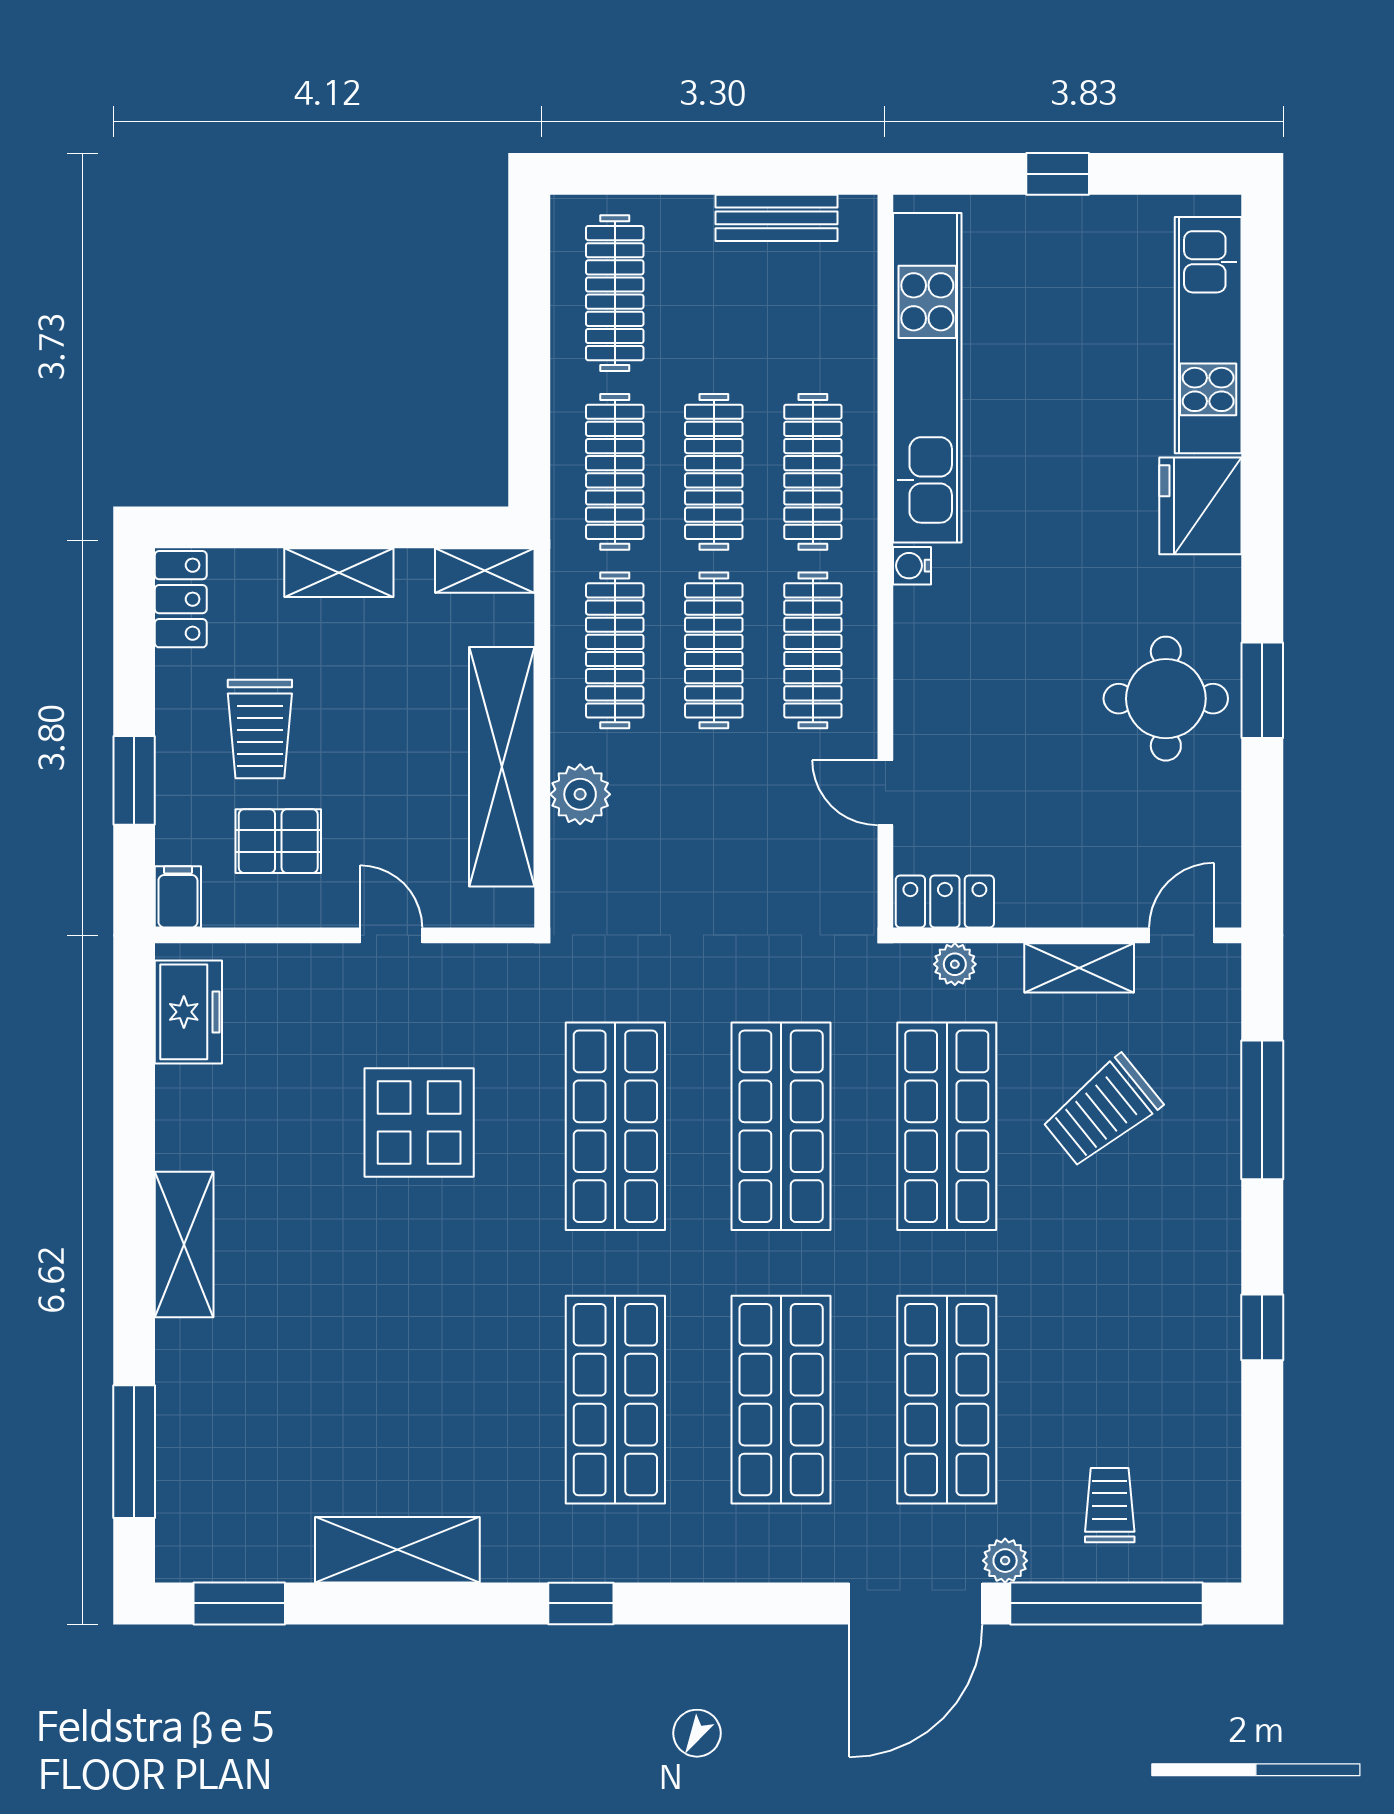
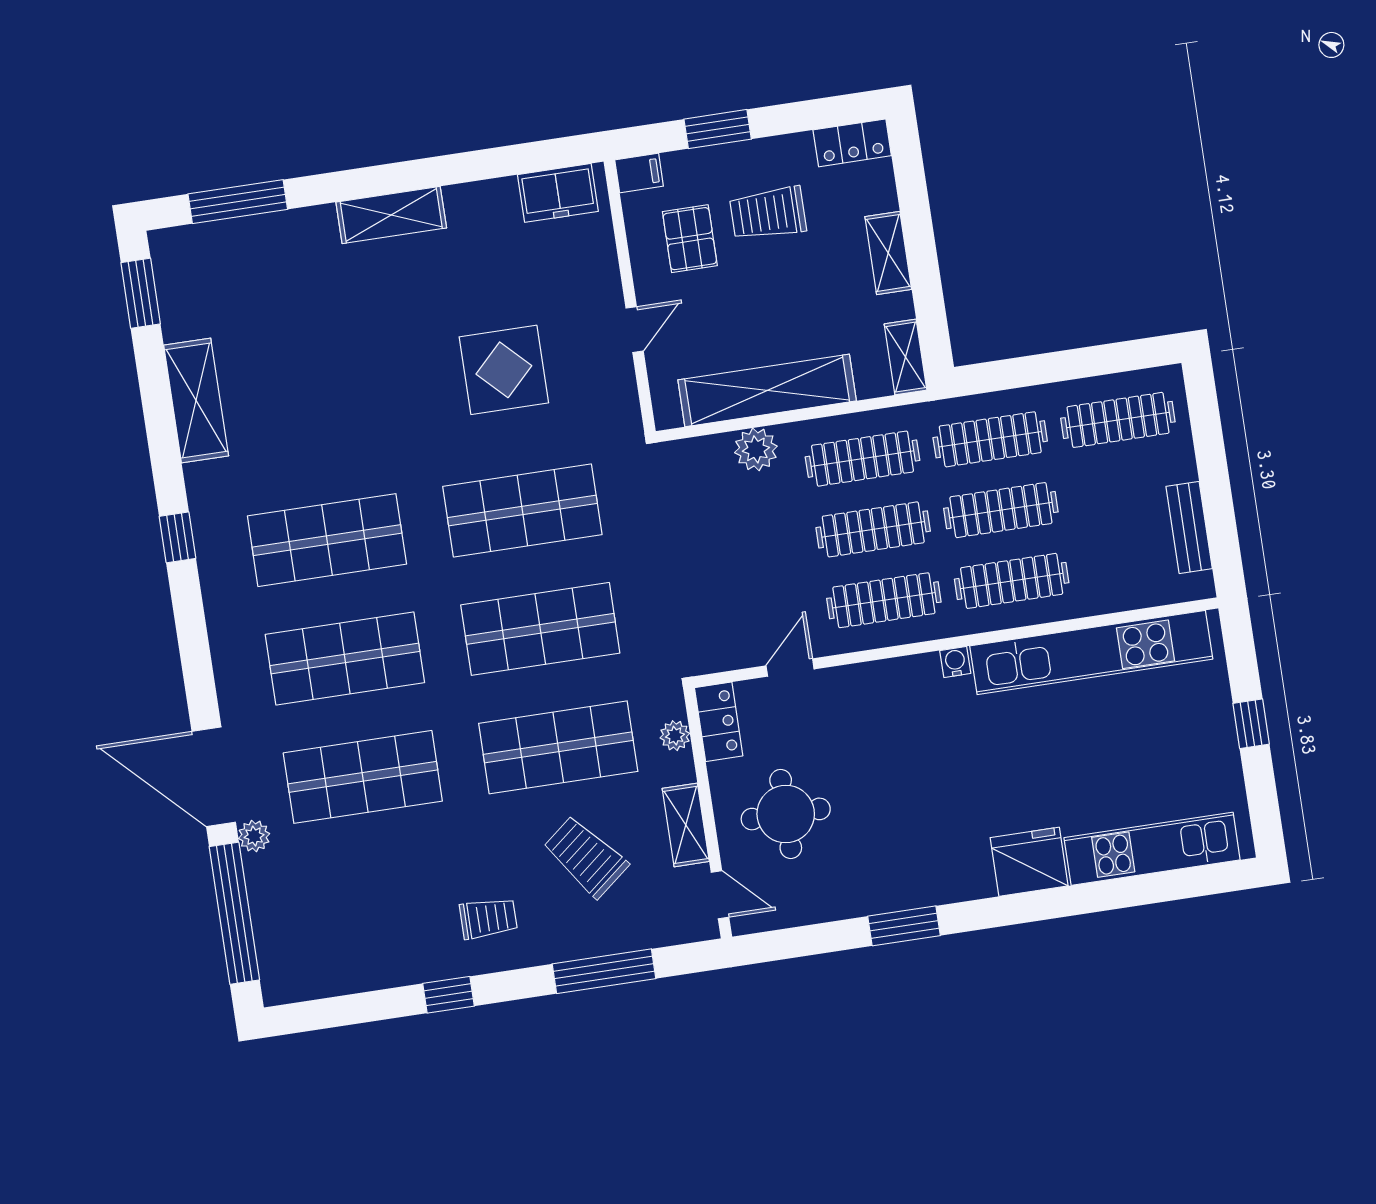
round table: (1166, 699) -> (786, 814), moved
trolley: (1110, 1505) -> (488, 918), moved

